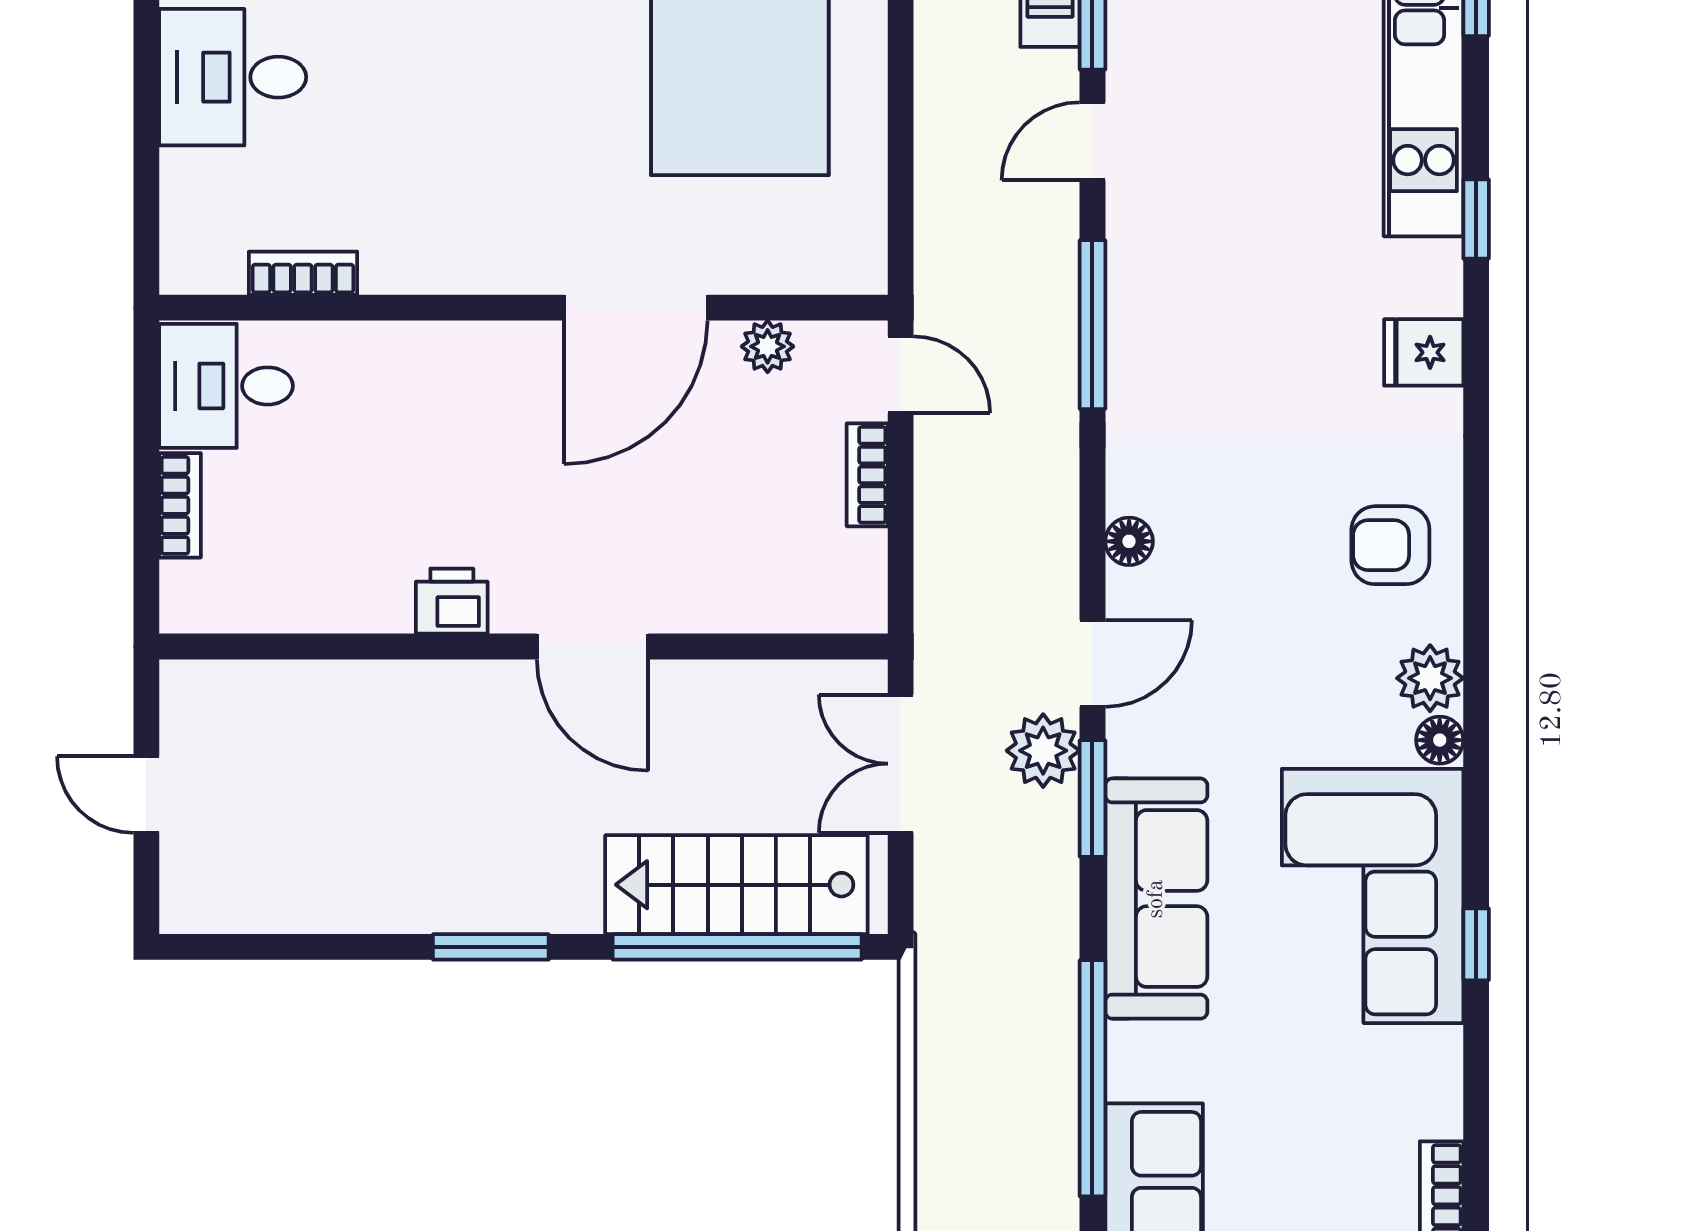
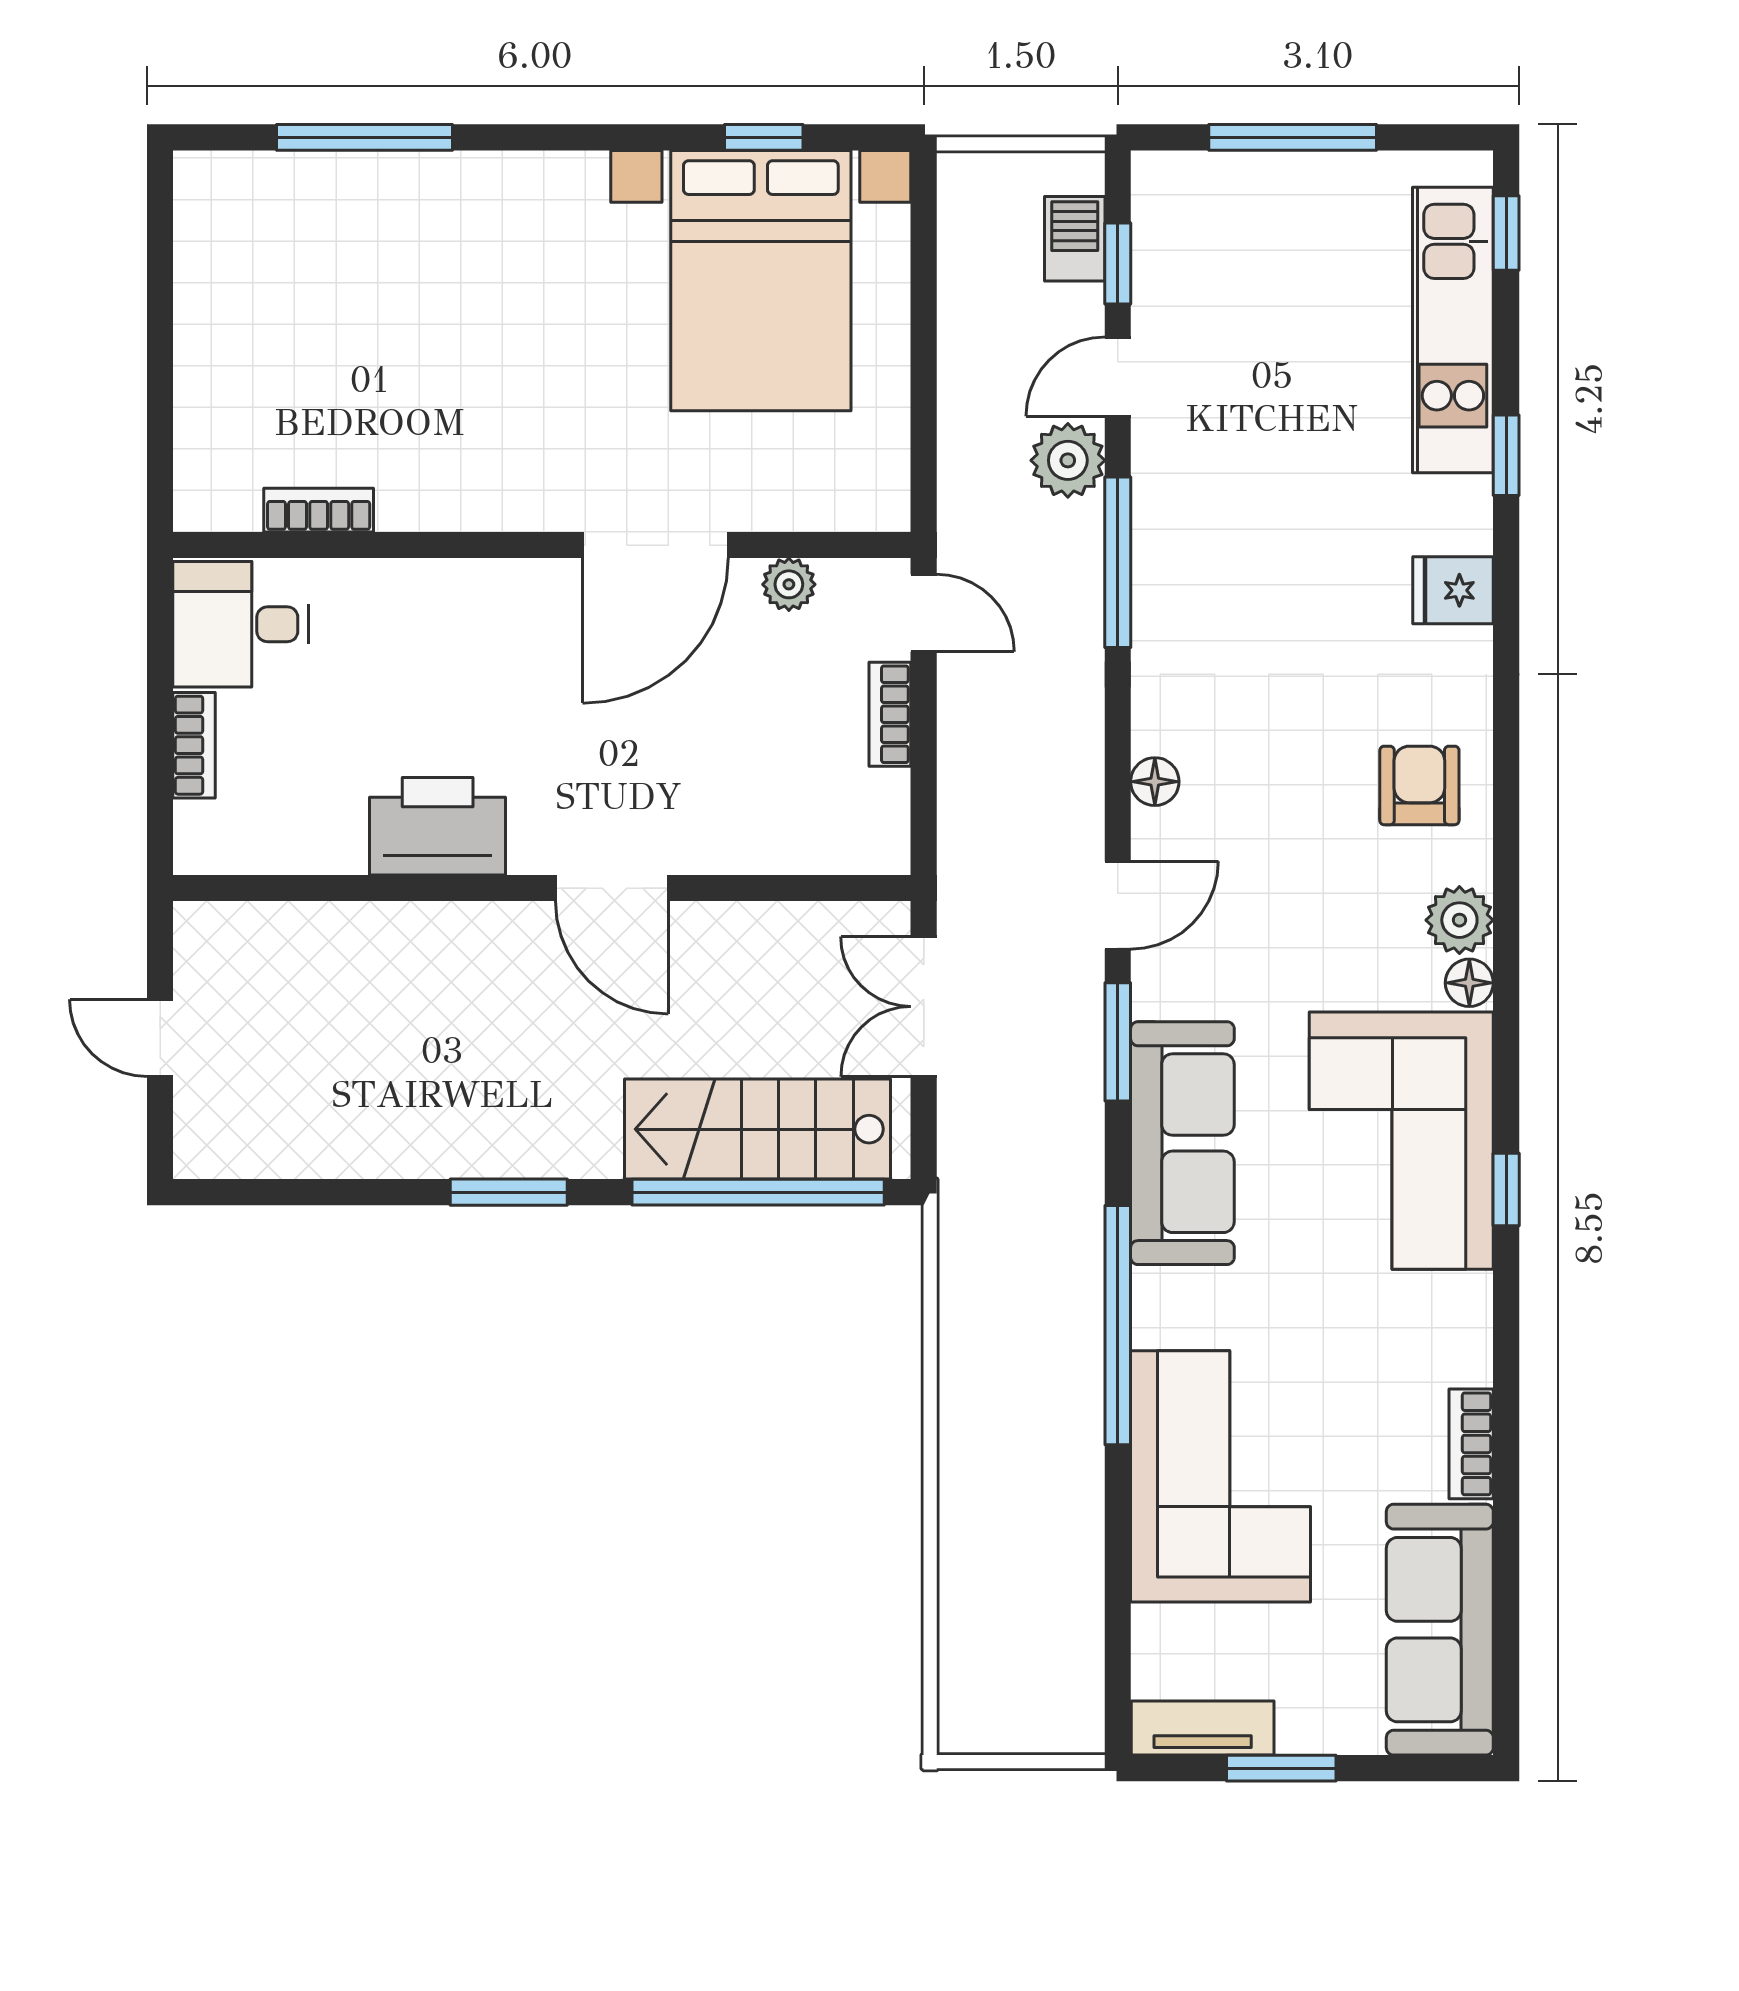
desk: (233, 77) -> (247, 312), removed
armchair: (1390, 545) -> (1419, 785), turned 90
printer: (452, 601) -> (438, 826), width x1.87, depth x1.48
plant: (1043, 751) -> (1068, 460), moved

